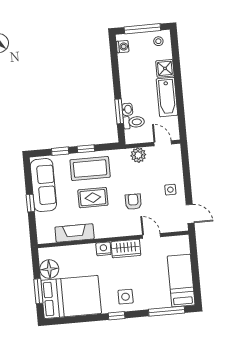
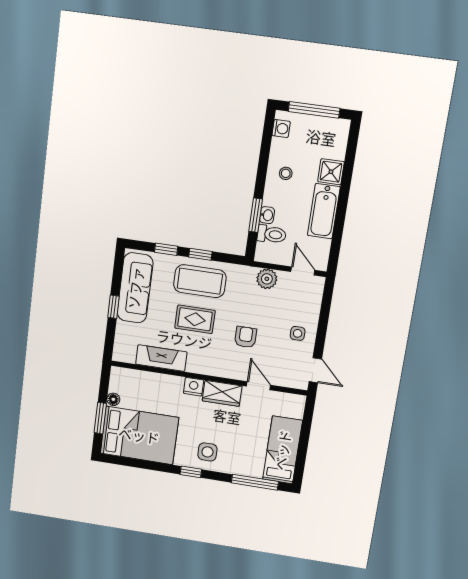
stool: (158, 41) -> (286, 173), moved
floor lamp: (49, 269) -> (113, 399), width x0.53, depth x0.53

